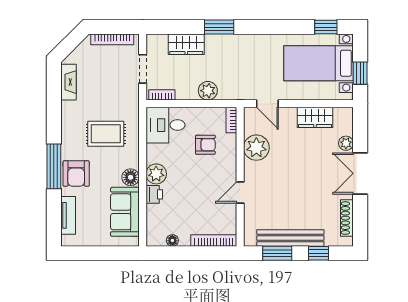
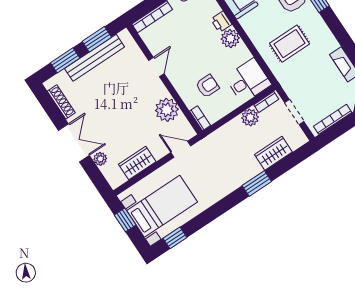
plant: (208, 91) -> (250, 117), moved
armchair: (205, 145) -> (207, 86), turned 180
floor lamp: (131, 177) -> (248, 23), removed
window: (319, 253) -> (65, 60), width x1.50

